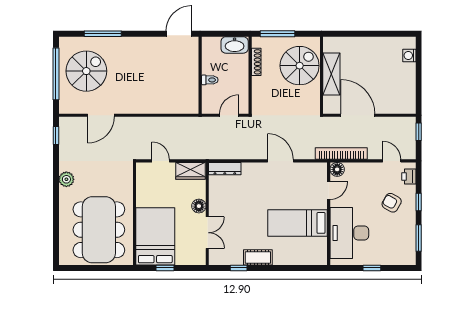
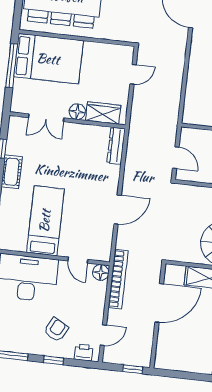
wardrobe: (191, 171) -> (103, 113), moved, turned 90
window: (165, 268) -> (12, 66), width x2.17

